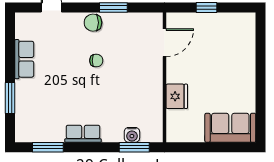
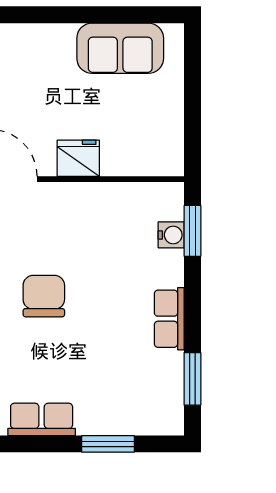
chair: (96, 61) -> (44, 296), width x1.87, depth x1.87
fridge: (177, 96) -> (78, 158), moved
sofa: (230, 128) -> (120, 48), moved, turned -90

